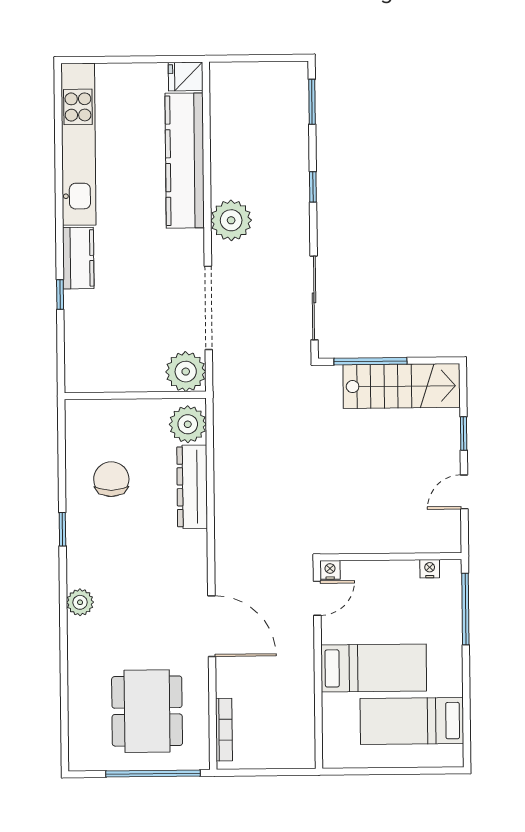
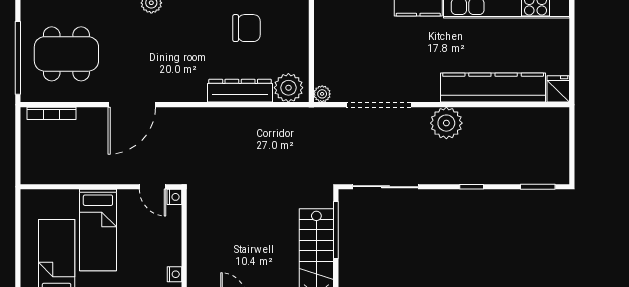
plant: (186, 372) -> (322, 94), width x0.53, depth x0.53

